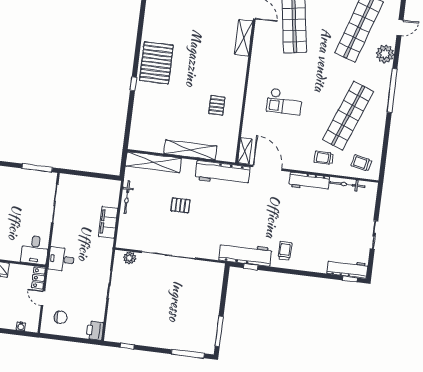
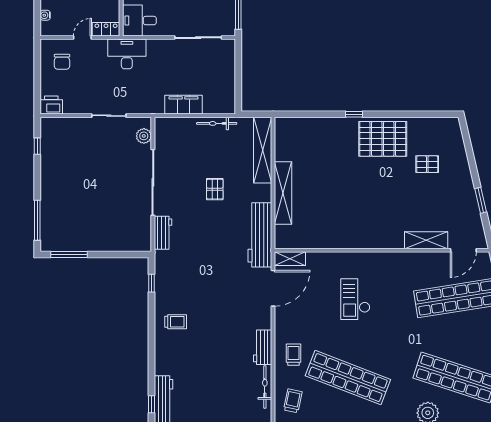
pallet: (217, 105) -> (427, 164), moved
workbench: (309, 182) -> (263, 347), width x0.73
workbench: (245, 254) -> (163, 233), moved, width x0.53, depth x0.76
desk: (61, 259) -> (127, 54), width x1.37

